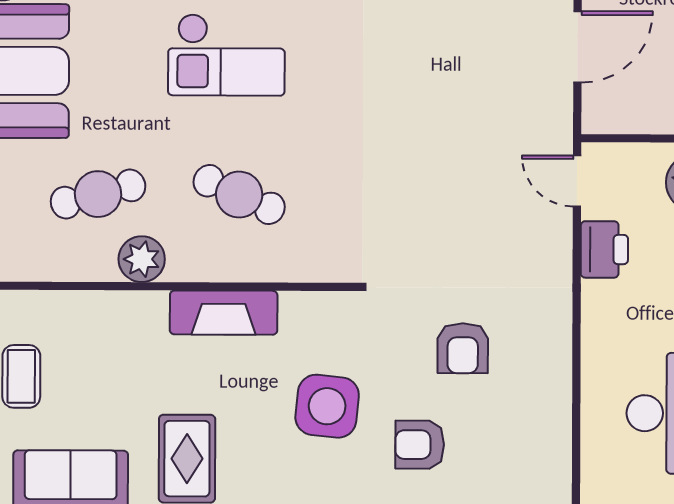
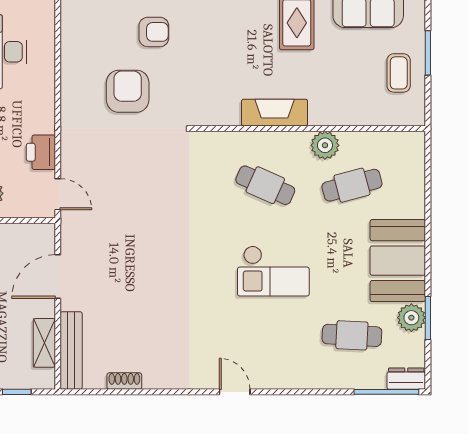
checkout: (226, 55) -> (273, 271), turned 180
armchair: (463, 348) -> (128, 91), width x1.38, depth x1.38
side table: (327, 406) -> (211, 55), removed

